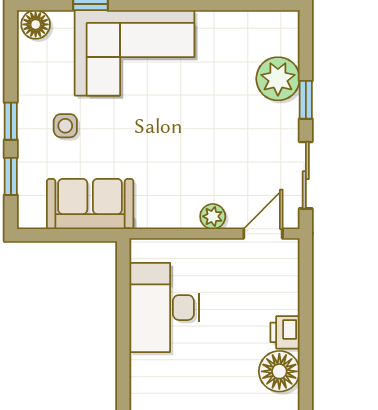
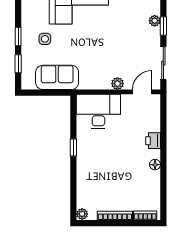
plant: (278, 79) -> (155, 21), width x0.53, depth x0.53
desk: (164, 308) -> (98, 111), moved, turned 90
window: (123, 346) -> (73, 147), added
floor lamp: (279, 371) -> (155, 165), width x0.53, depth x0.53

